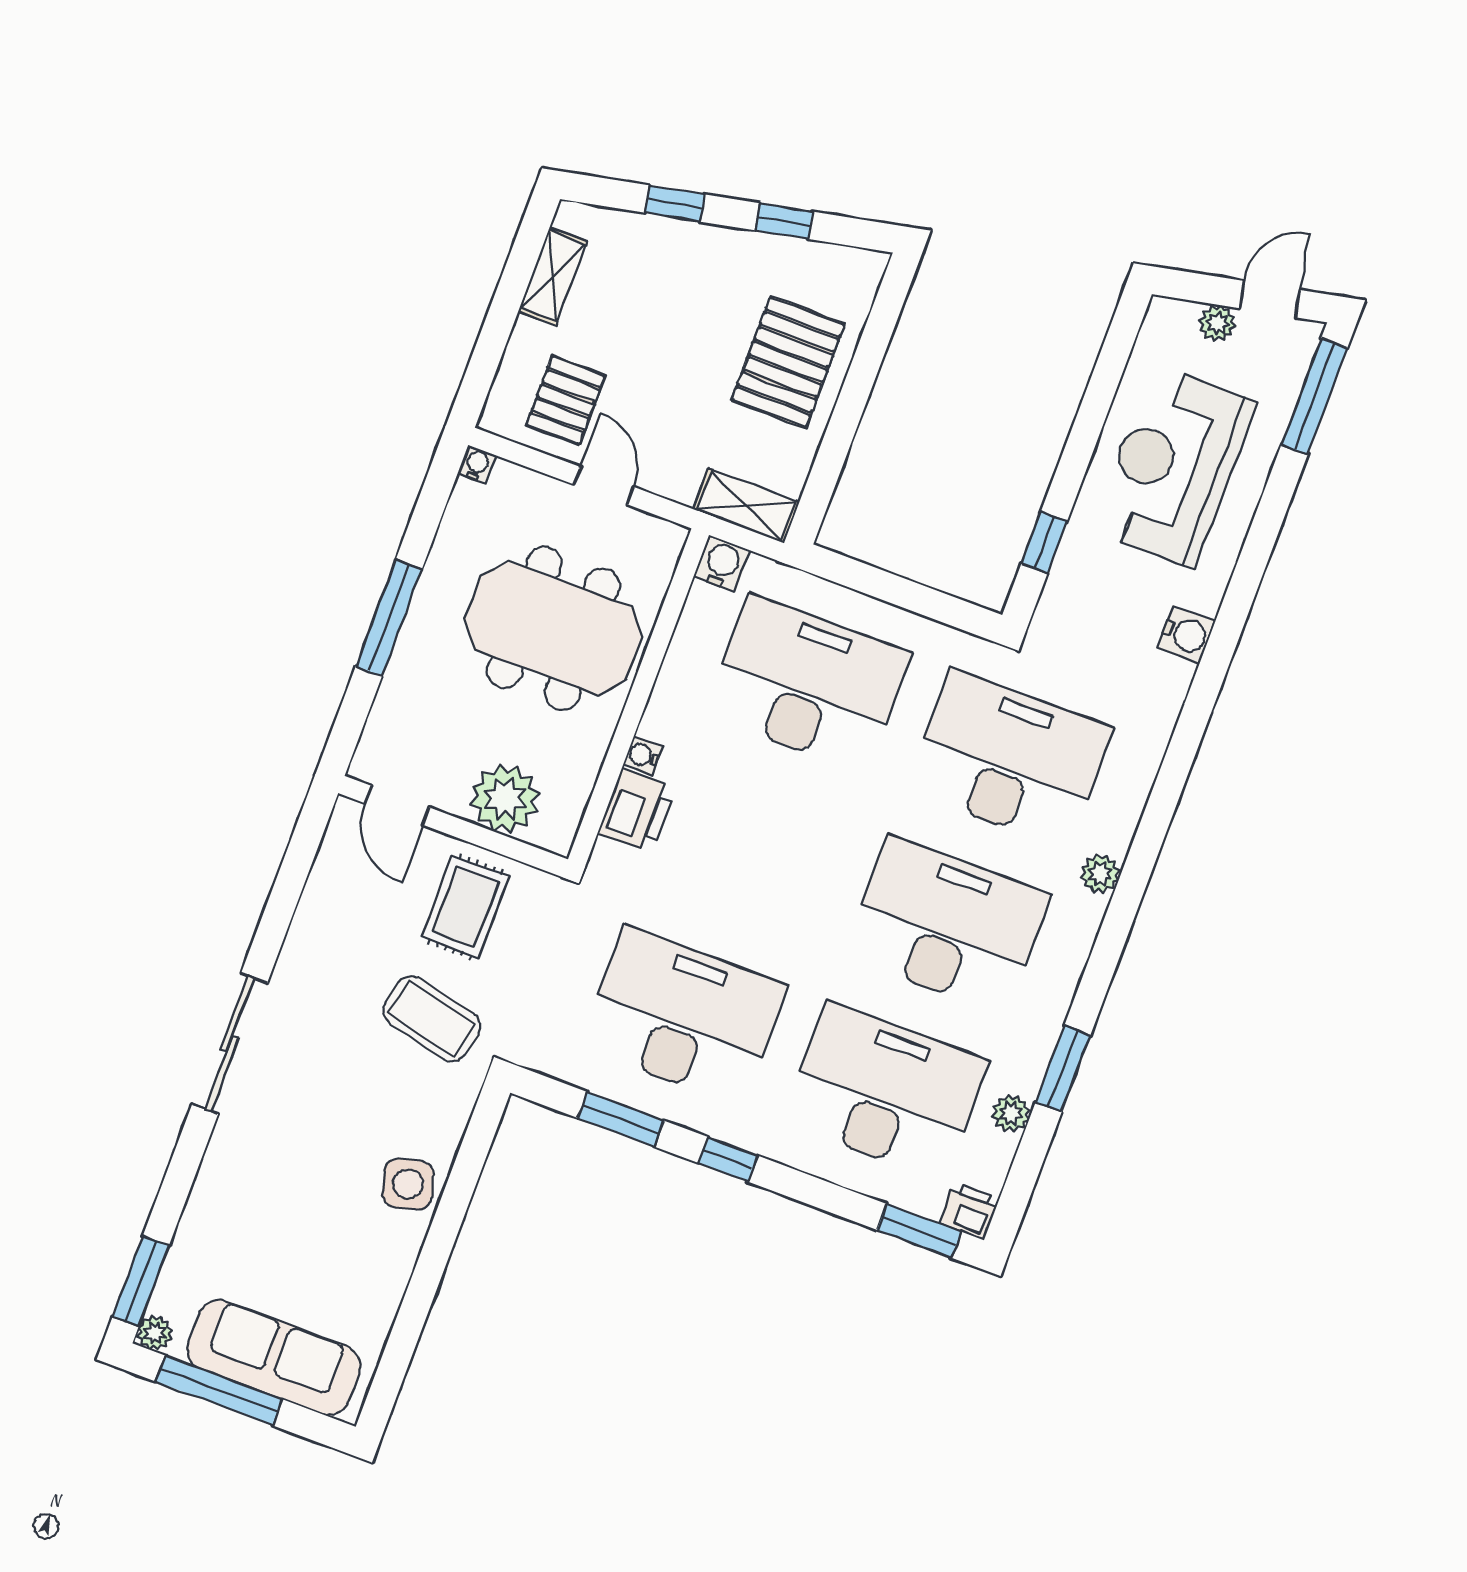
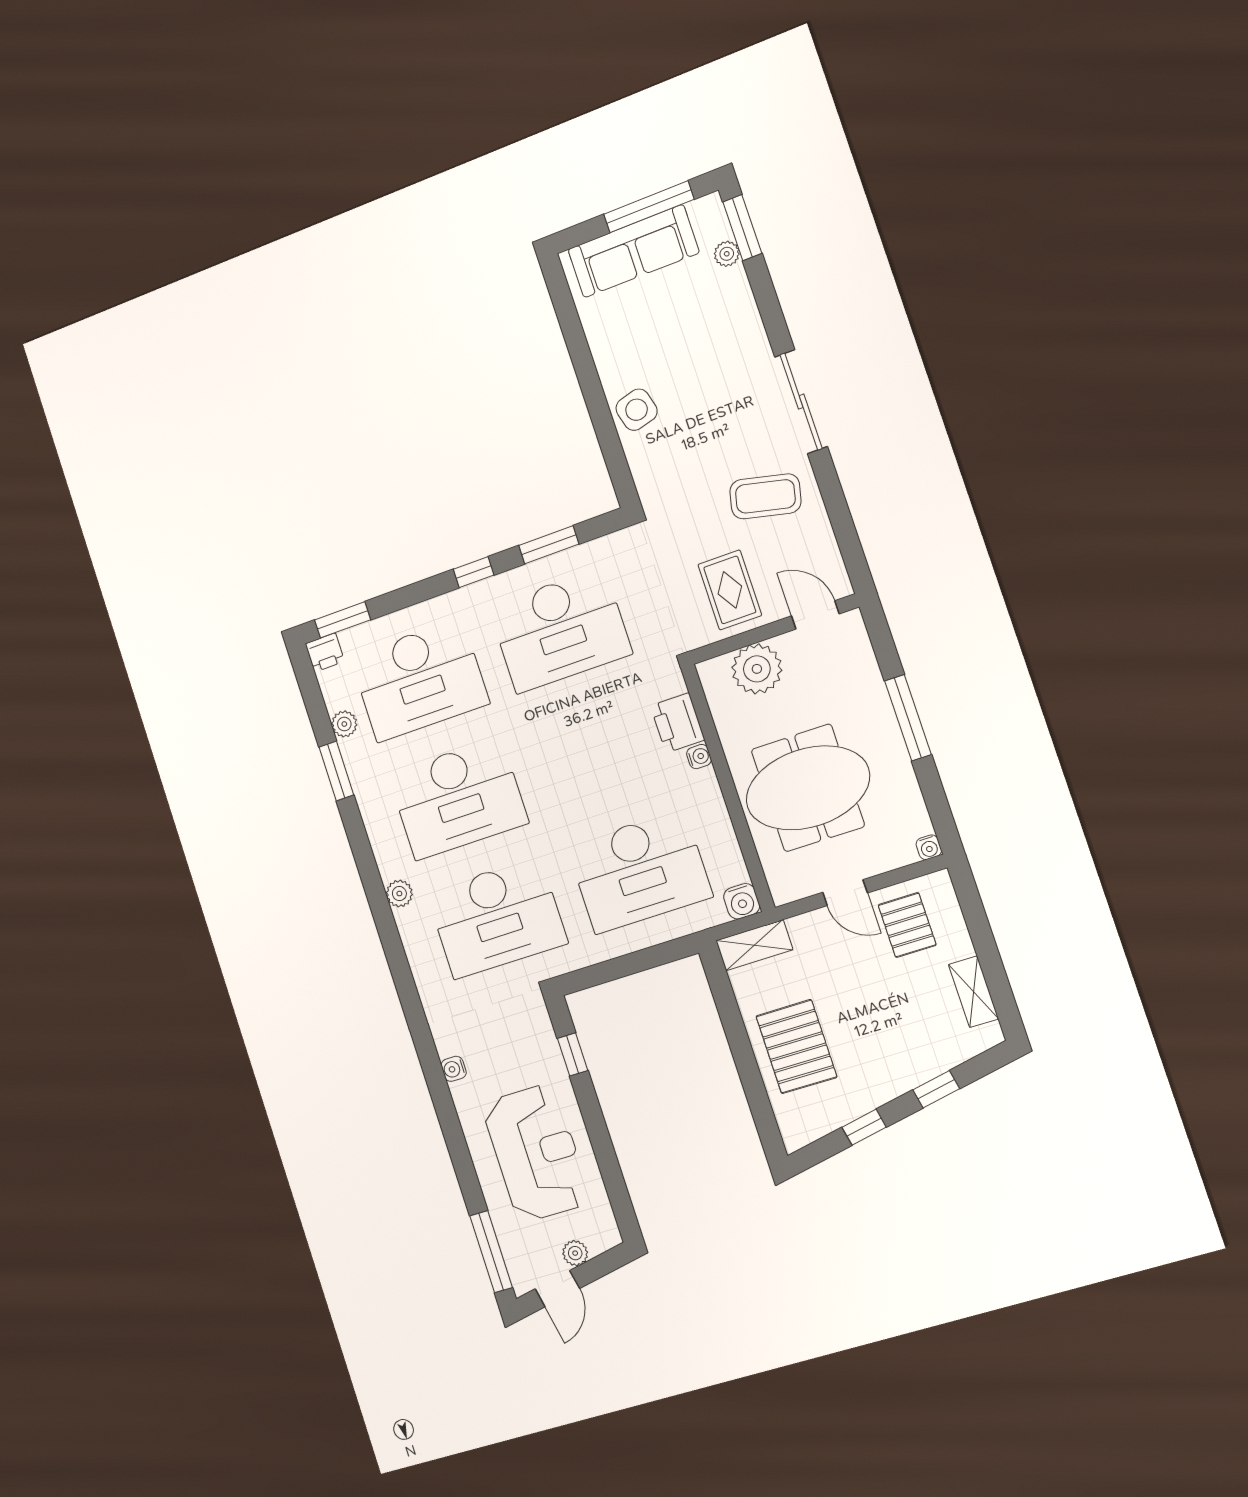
water cooler: (1186, 635) -> (454, 1069), width x0.72, depth x0.72
coffee table: (432, 1019) -> (765, 496), moved
plant: (155, 1333) -> (727, 254), moved

